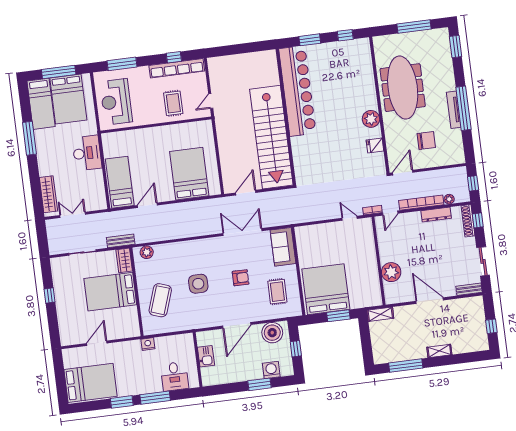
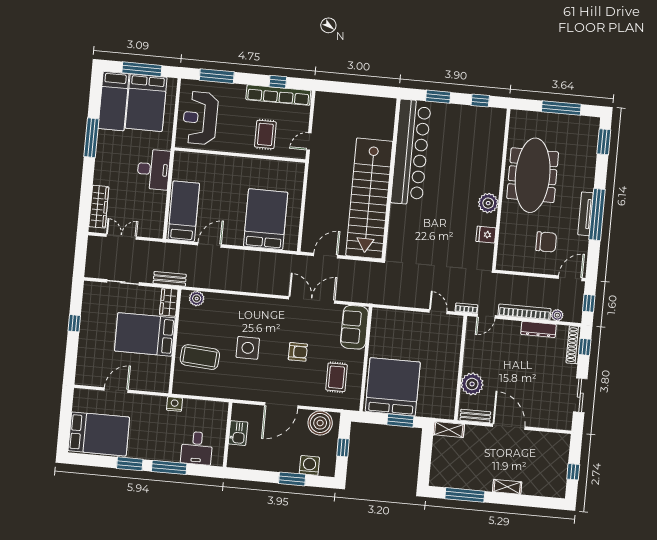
door: (403, 173) -> (570, 278), moved
bench: (469, 289) -> (475, 416), moved
coffee table: (160, 300) -> (200, 357), turned 75

